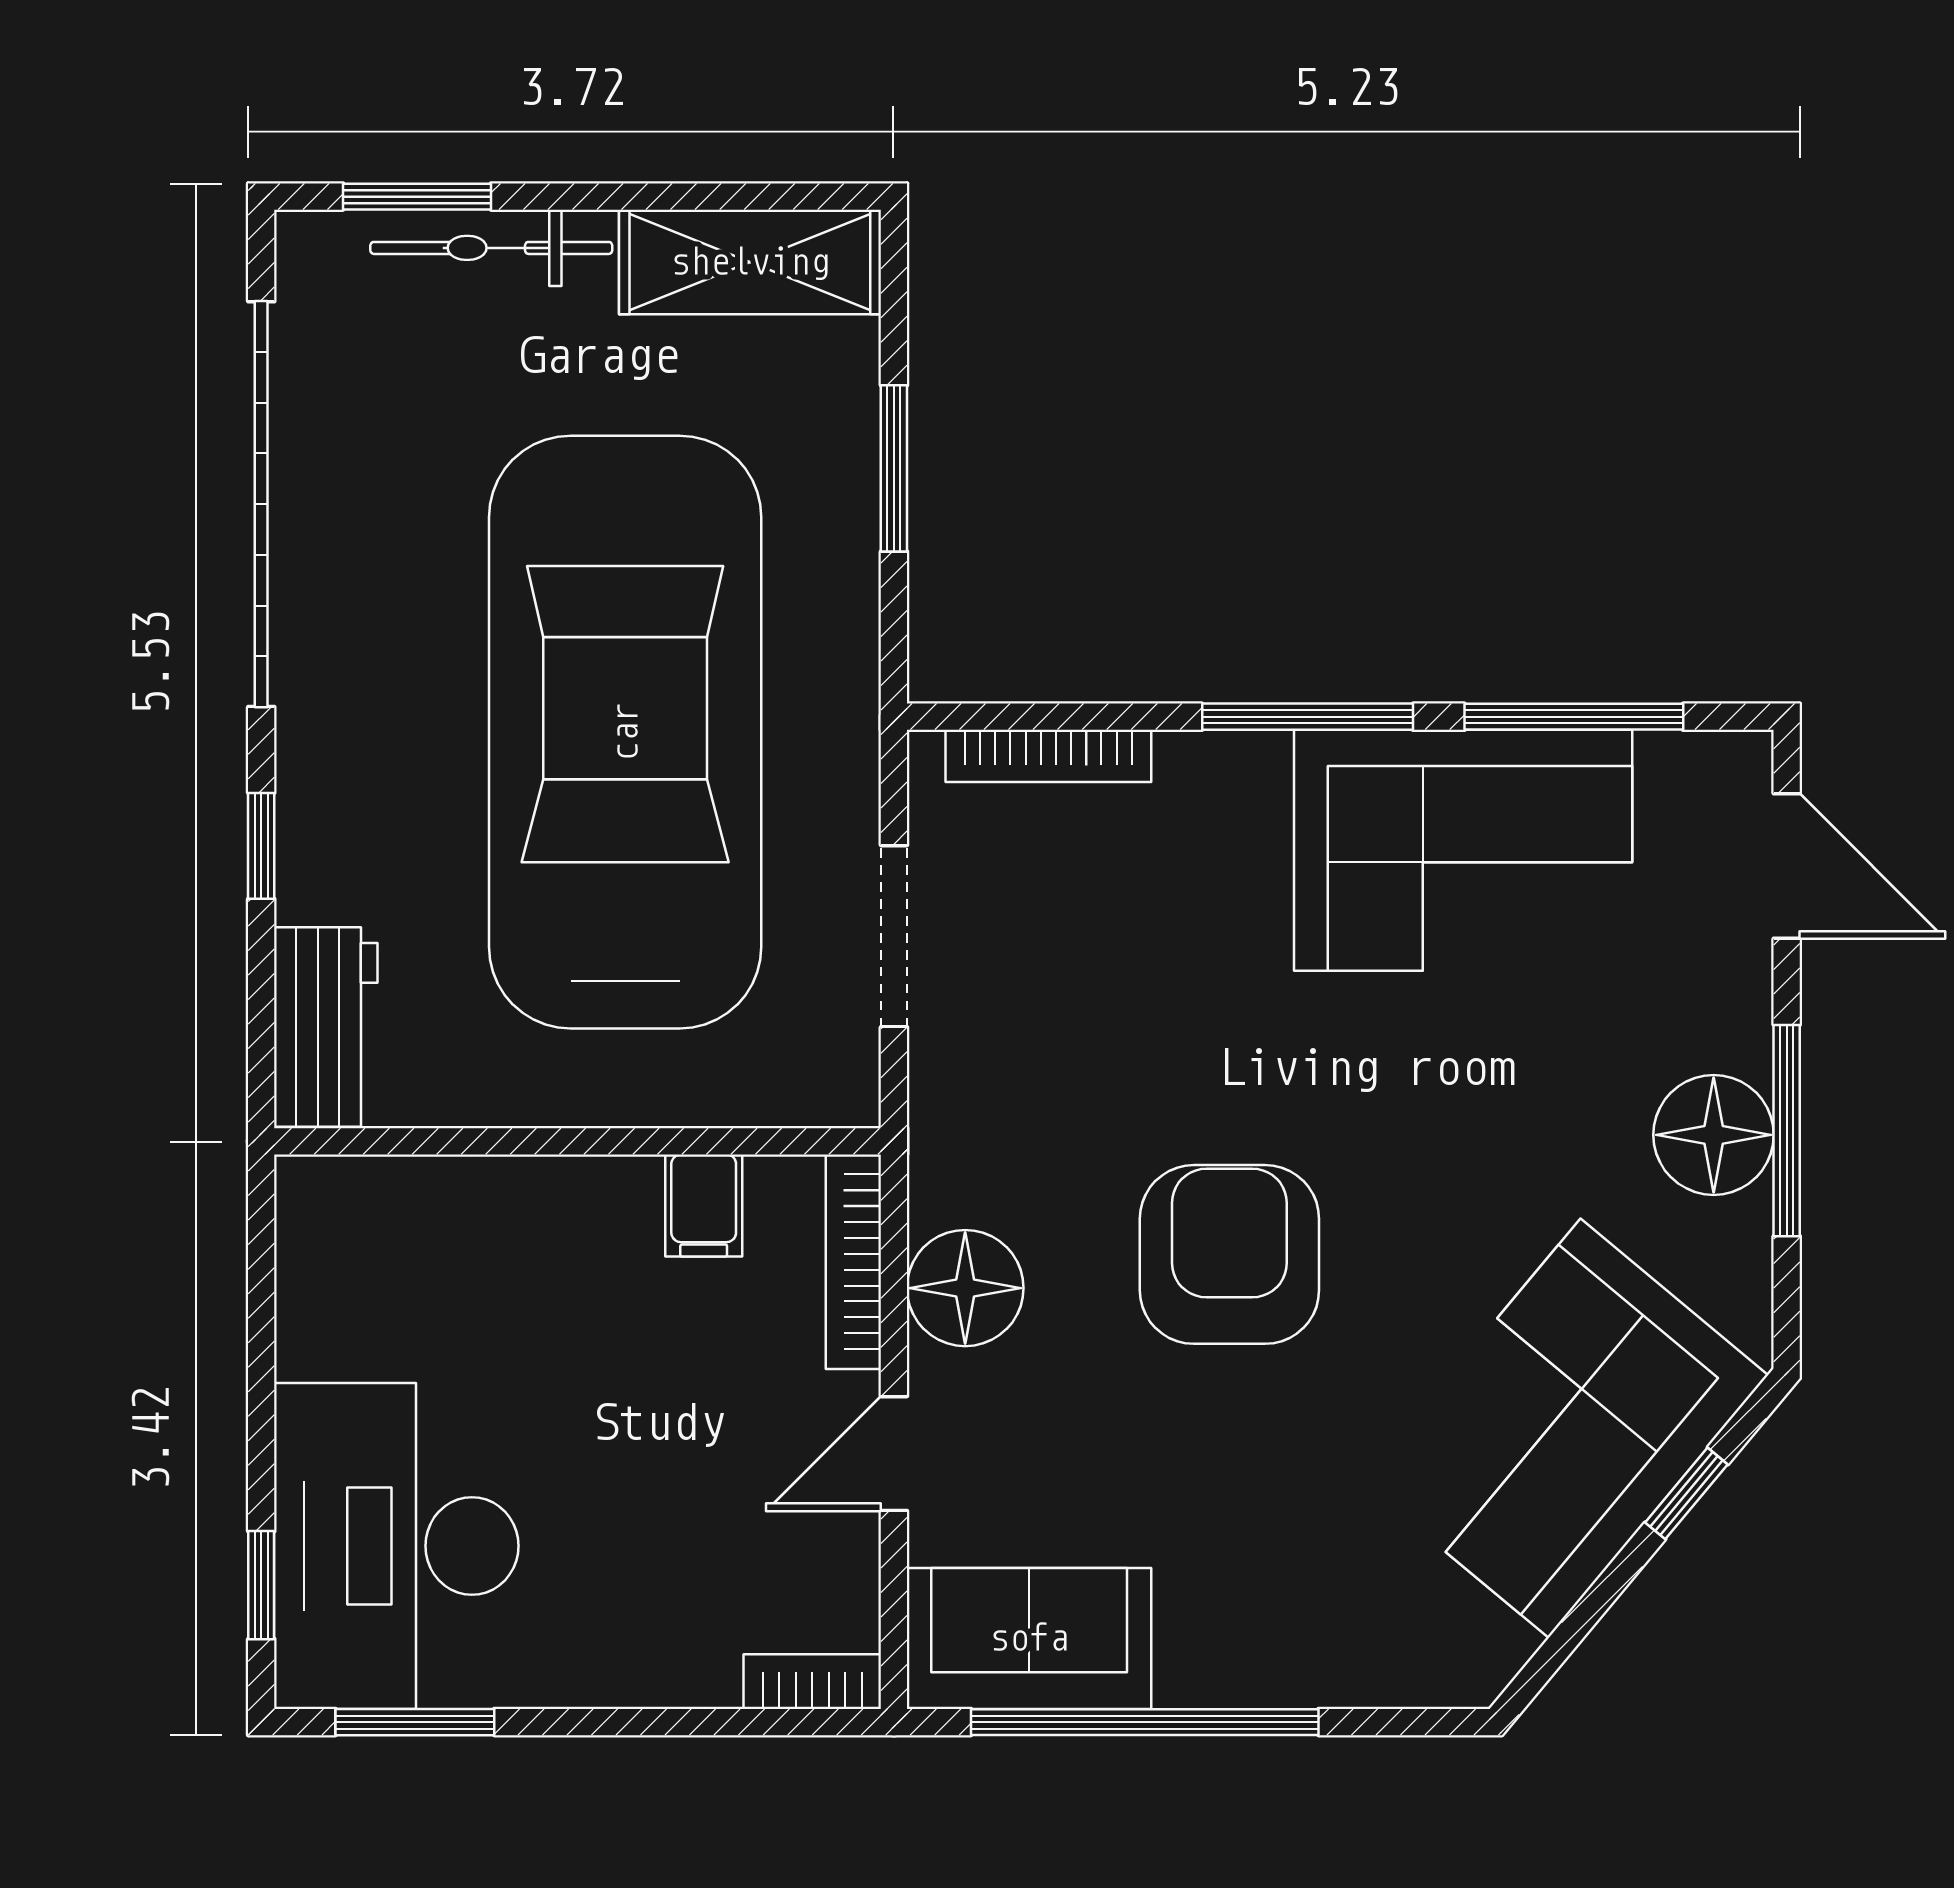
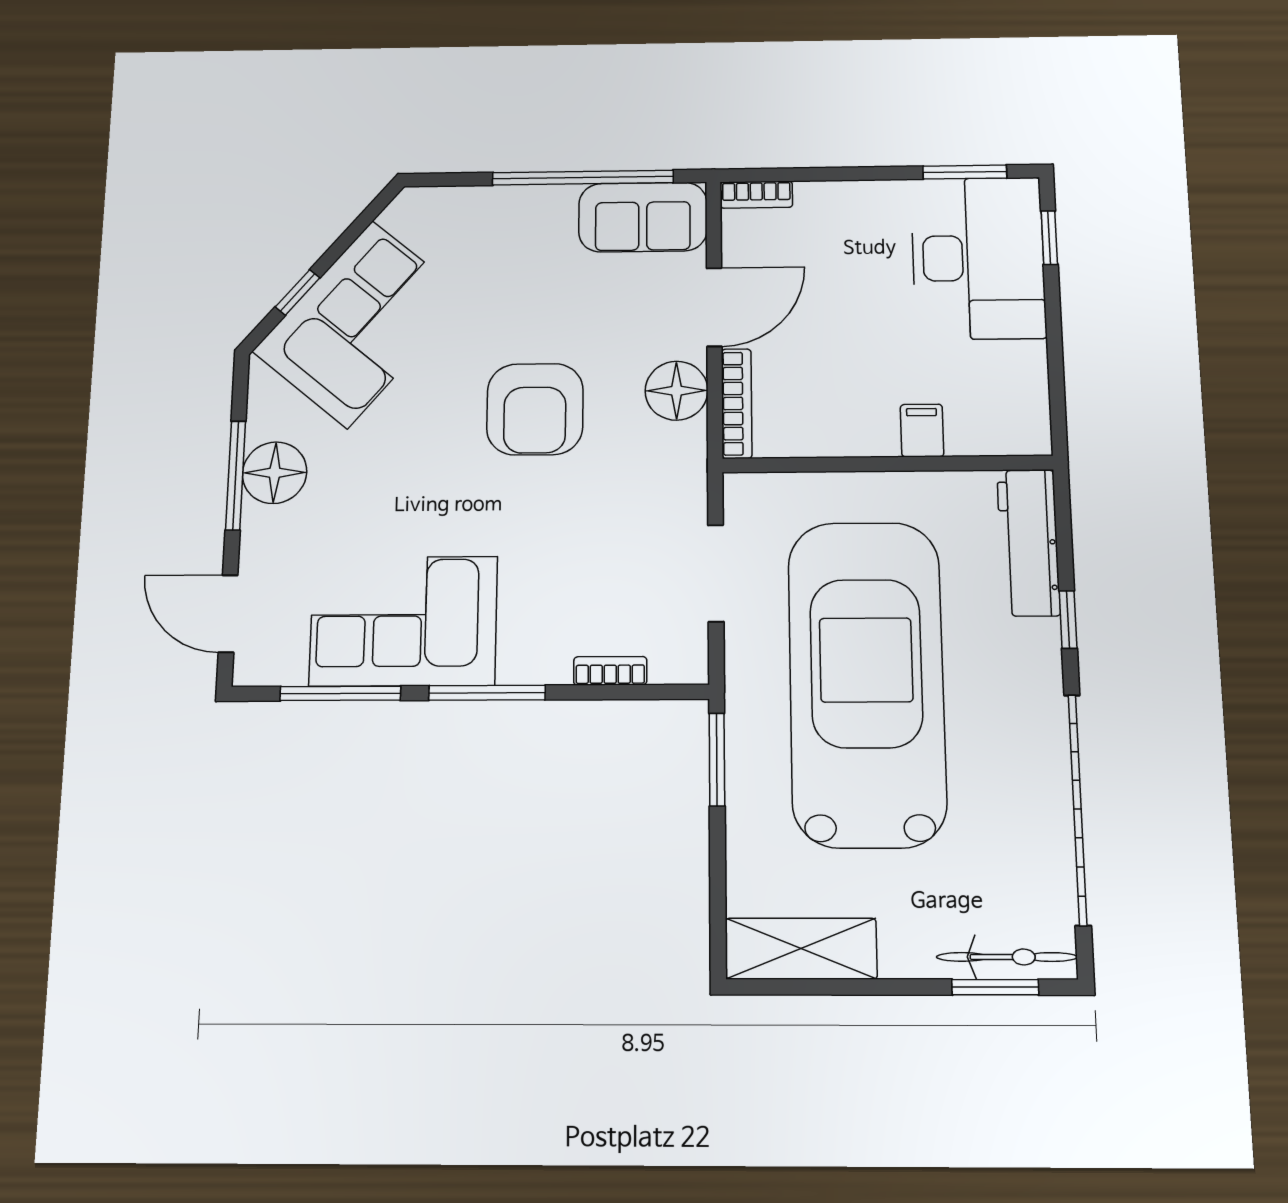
bicycle: (491, 248) -> (1007, 957), moved
window: (894, 468) -> (717, 759), moved
car: (625, 732) -> (867, 683), turned 180
bookcase: (1048, 756) -> (610, 671), width x0.64
workbench: (326, 1027) -> (1028, 543), width x1.38
filing cabinet: (704, 1205) -> (922, 430), moved
door: (894, 1454) -> (714, 307), width x1.37

